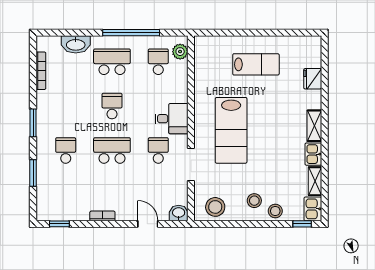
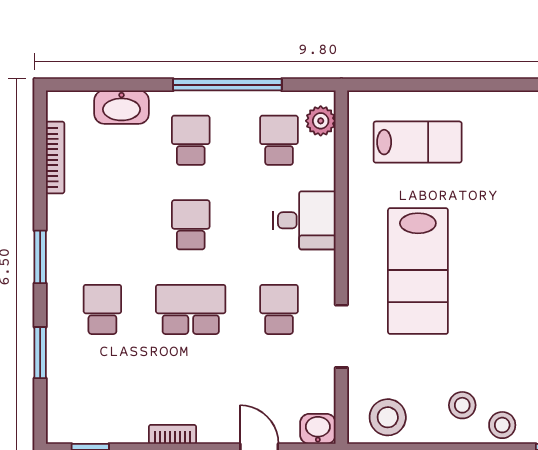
school desk: (112, 62) -> (191, 140), width x0.54
lab bench: (256, 64) -> (418, 142), moved
desk: (171, 119) -> (304, 220), moved

